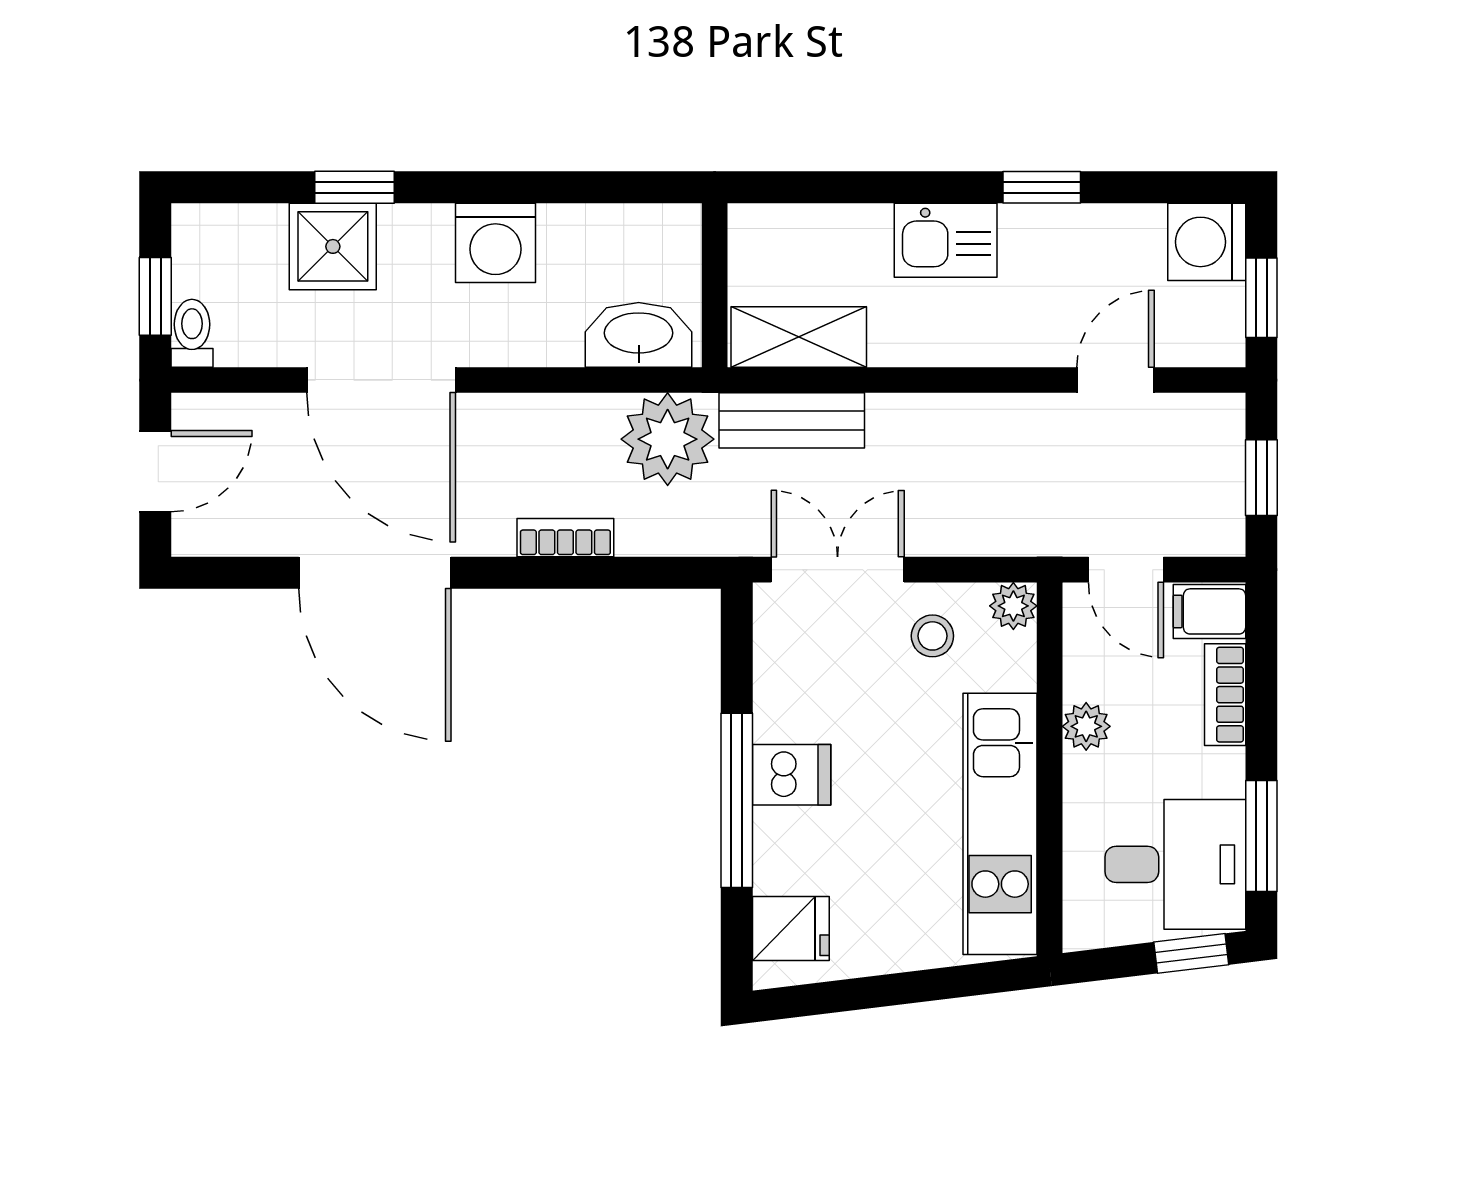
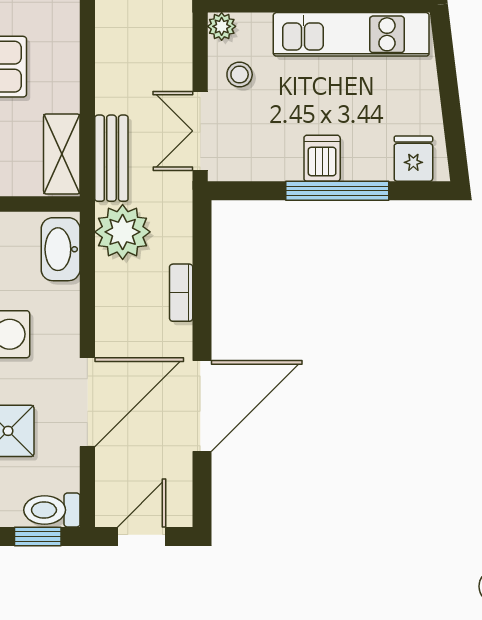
toilet: (192, 333) -> (52, 510), width x1.37, depth x1.39
door: (155, 471) -> (142, 536), hinge flipped

